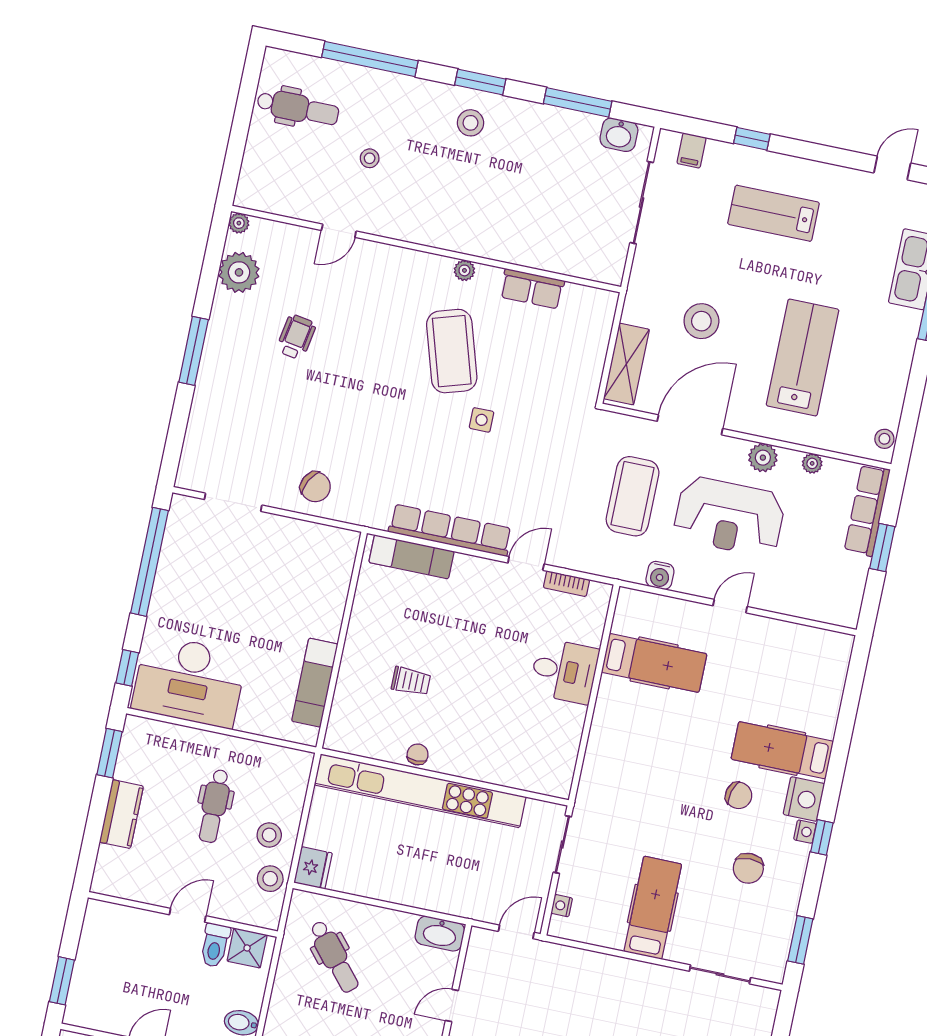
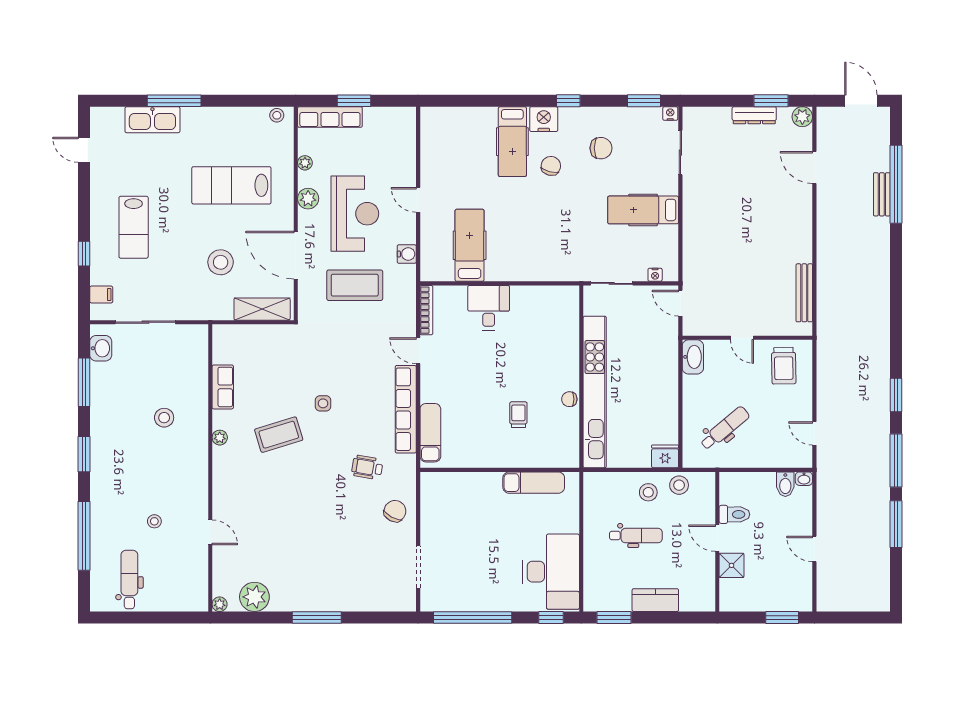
stool: (471, 123) -> (164, 418), moved
wheelchair: (296, 337) -> (367, 467), moved
coffee table: (452, 351) -> (279, 435), width x0.73, depth x0.76
bookcase: (566, 584) -> (426, 310), width x1.56
nightstand: (805, 832) -> (670, 114), moved
shower: (247, 948) -> (732, 565), moved

